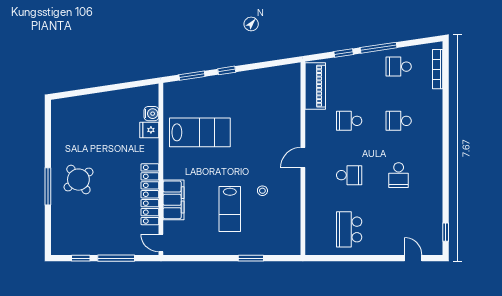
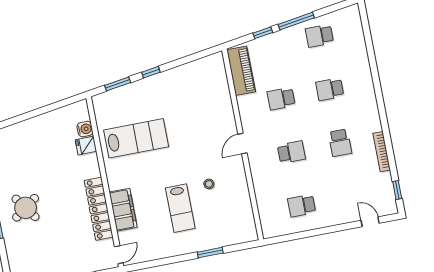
bookcase: (438, 69) -> (382, 152), moved
school desk: (349, 229) -> (302, 206), width x0.54
door: (161, 243) -> (119, 255), swing flipped

